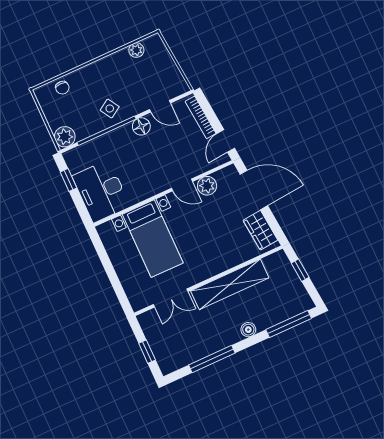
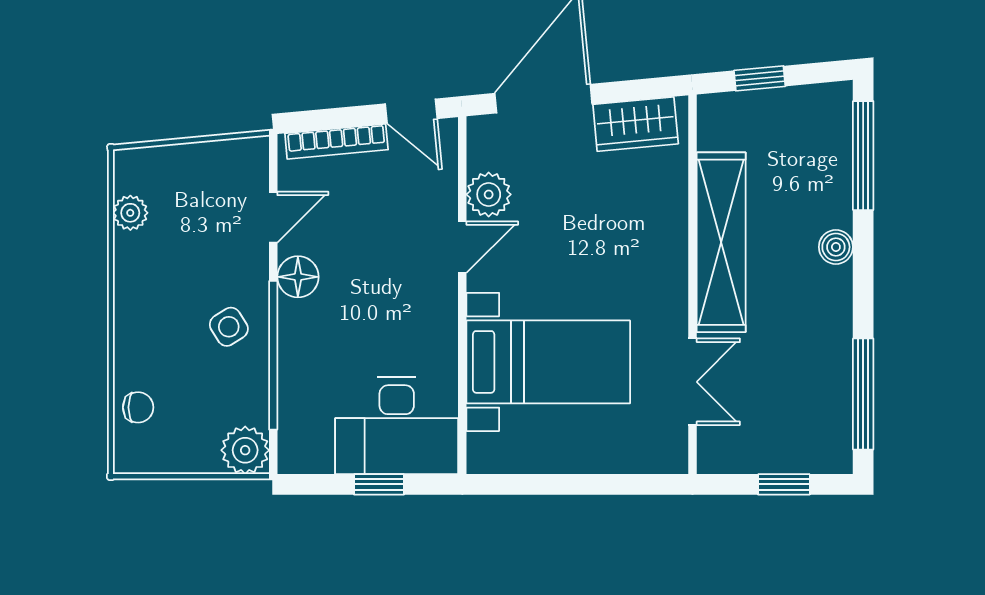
window: (68, 180) -> (379, 484), moved
window: (212, 359) -> (863, 394), moved

